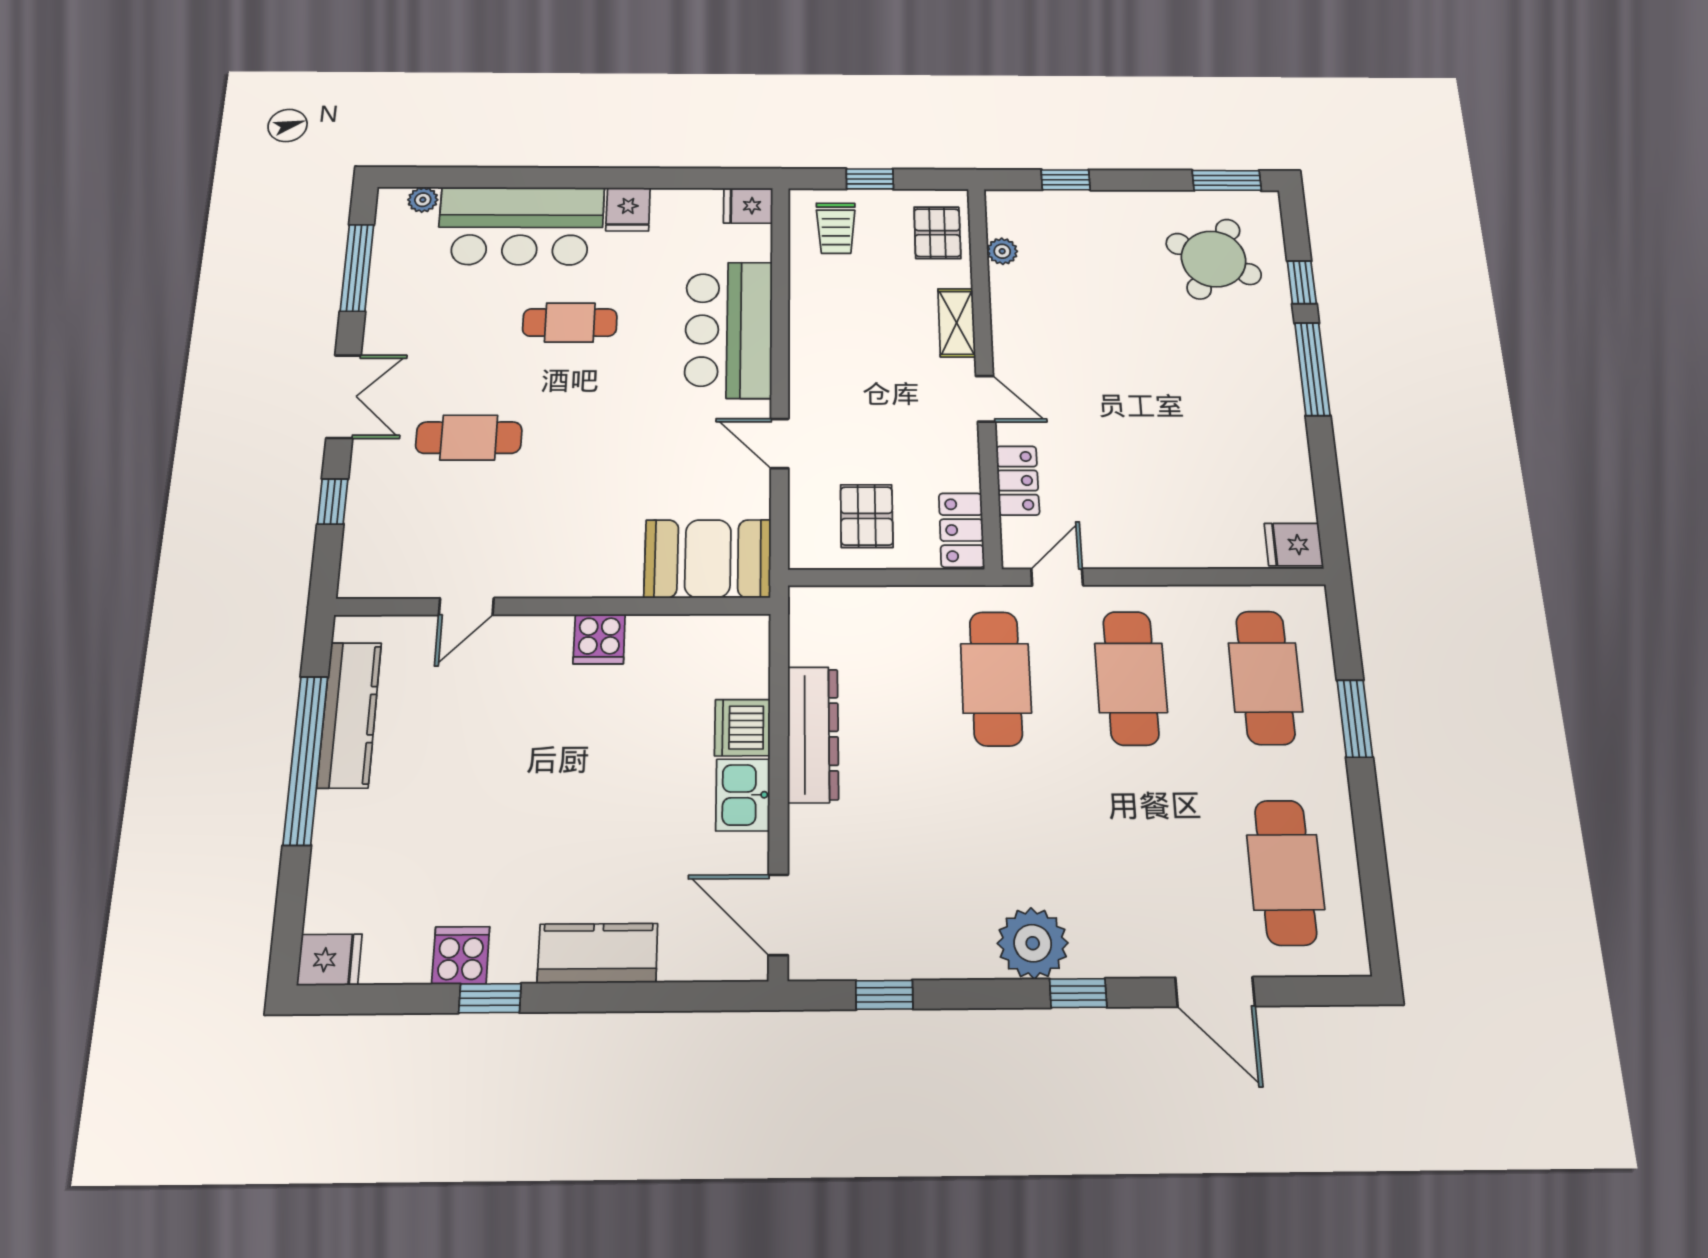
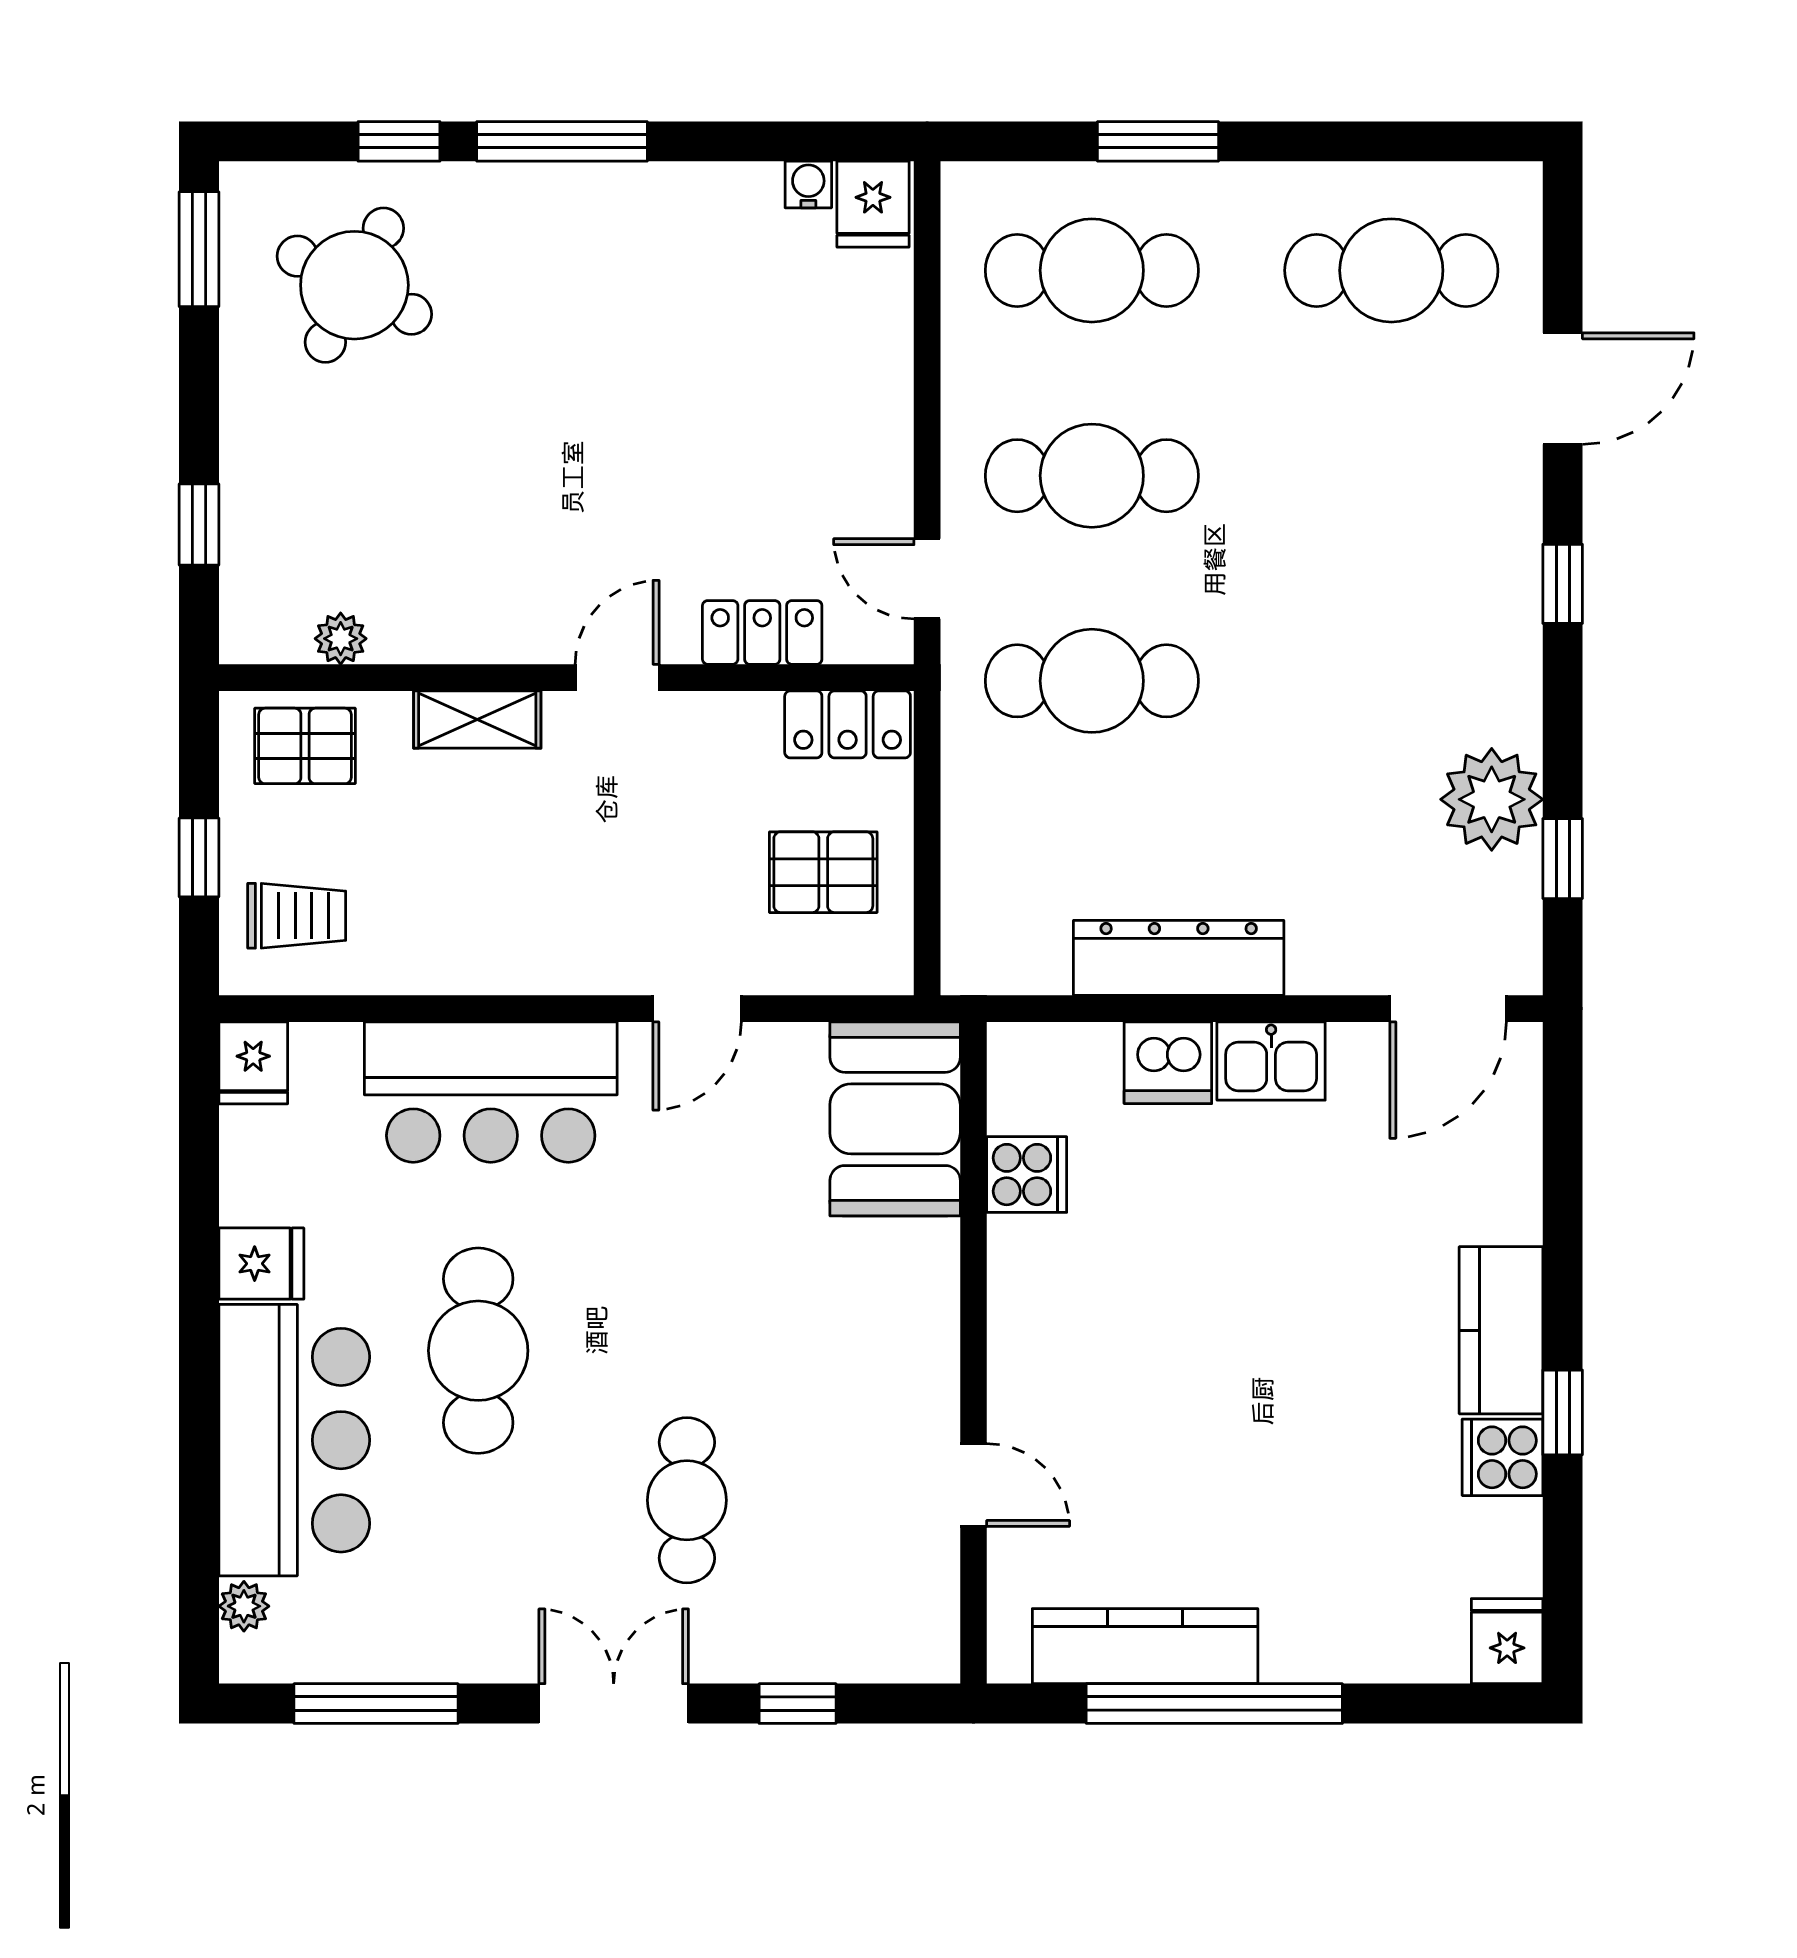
cafe table: (570, 322) -> (478, 1351), width x1.37, depth x1.35
water cooler: (1302, 507) -> (808, 185), added
cooker: (599, 639) -> (1027, 1175), moved
plant: (1033, 943) -> (1492, 799), moved
kitchen counter: (598, 953) -> (1501, 1330), moved

